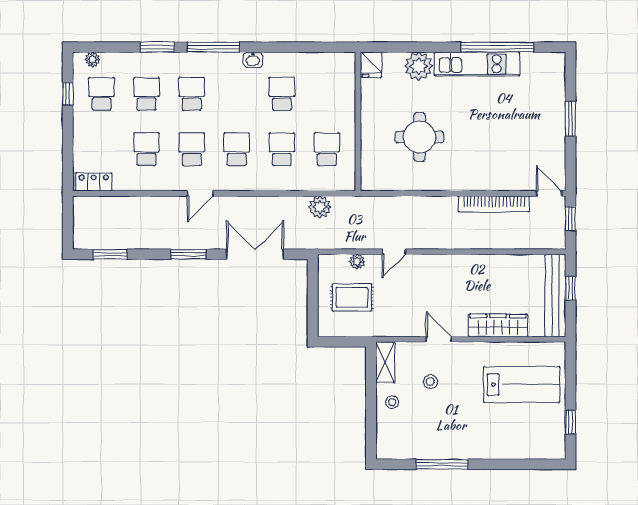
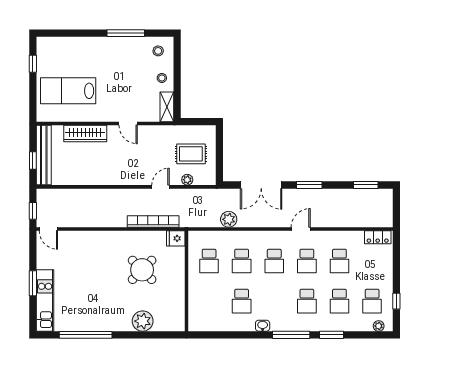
kitchen unit: (477, 64) -> (45, 301), moved, turned 90
fridge: (371, 65) -> (176, 238), moved, turned -90
round table: (419, 137) -> (142, 270), turned 45
bookcase: (494, 204) -> (153, 221), moved
plant: (320, 207) -> (229, 219), moved
stool: (430, 382) -> (158, 51), moved

